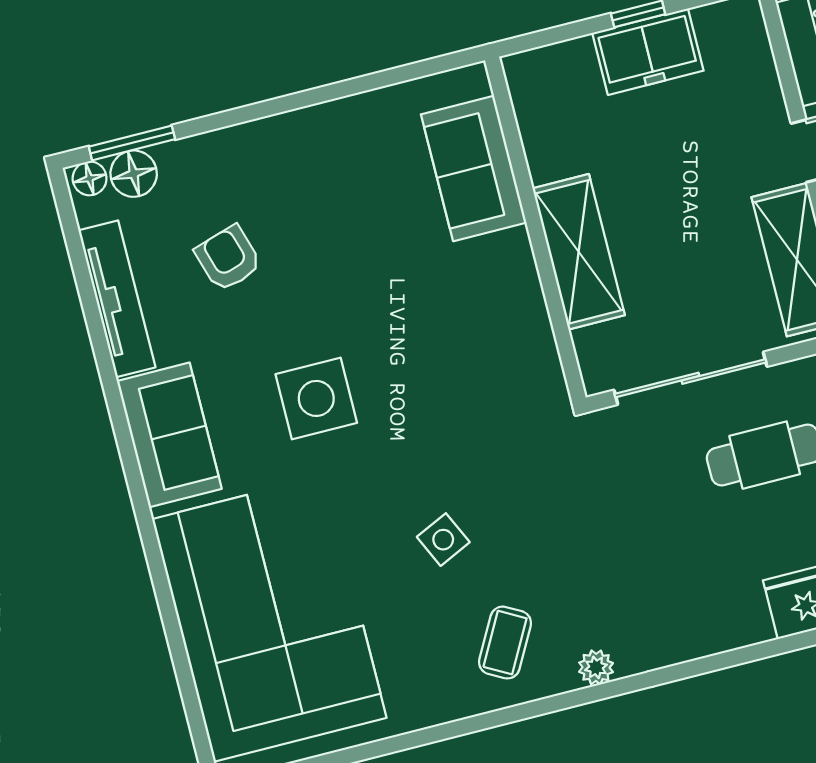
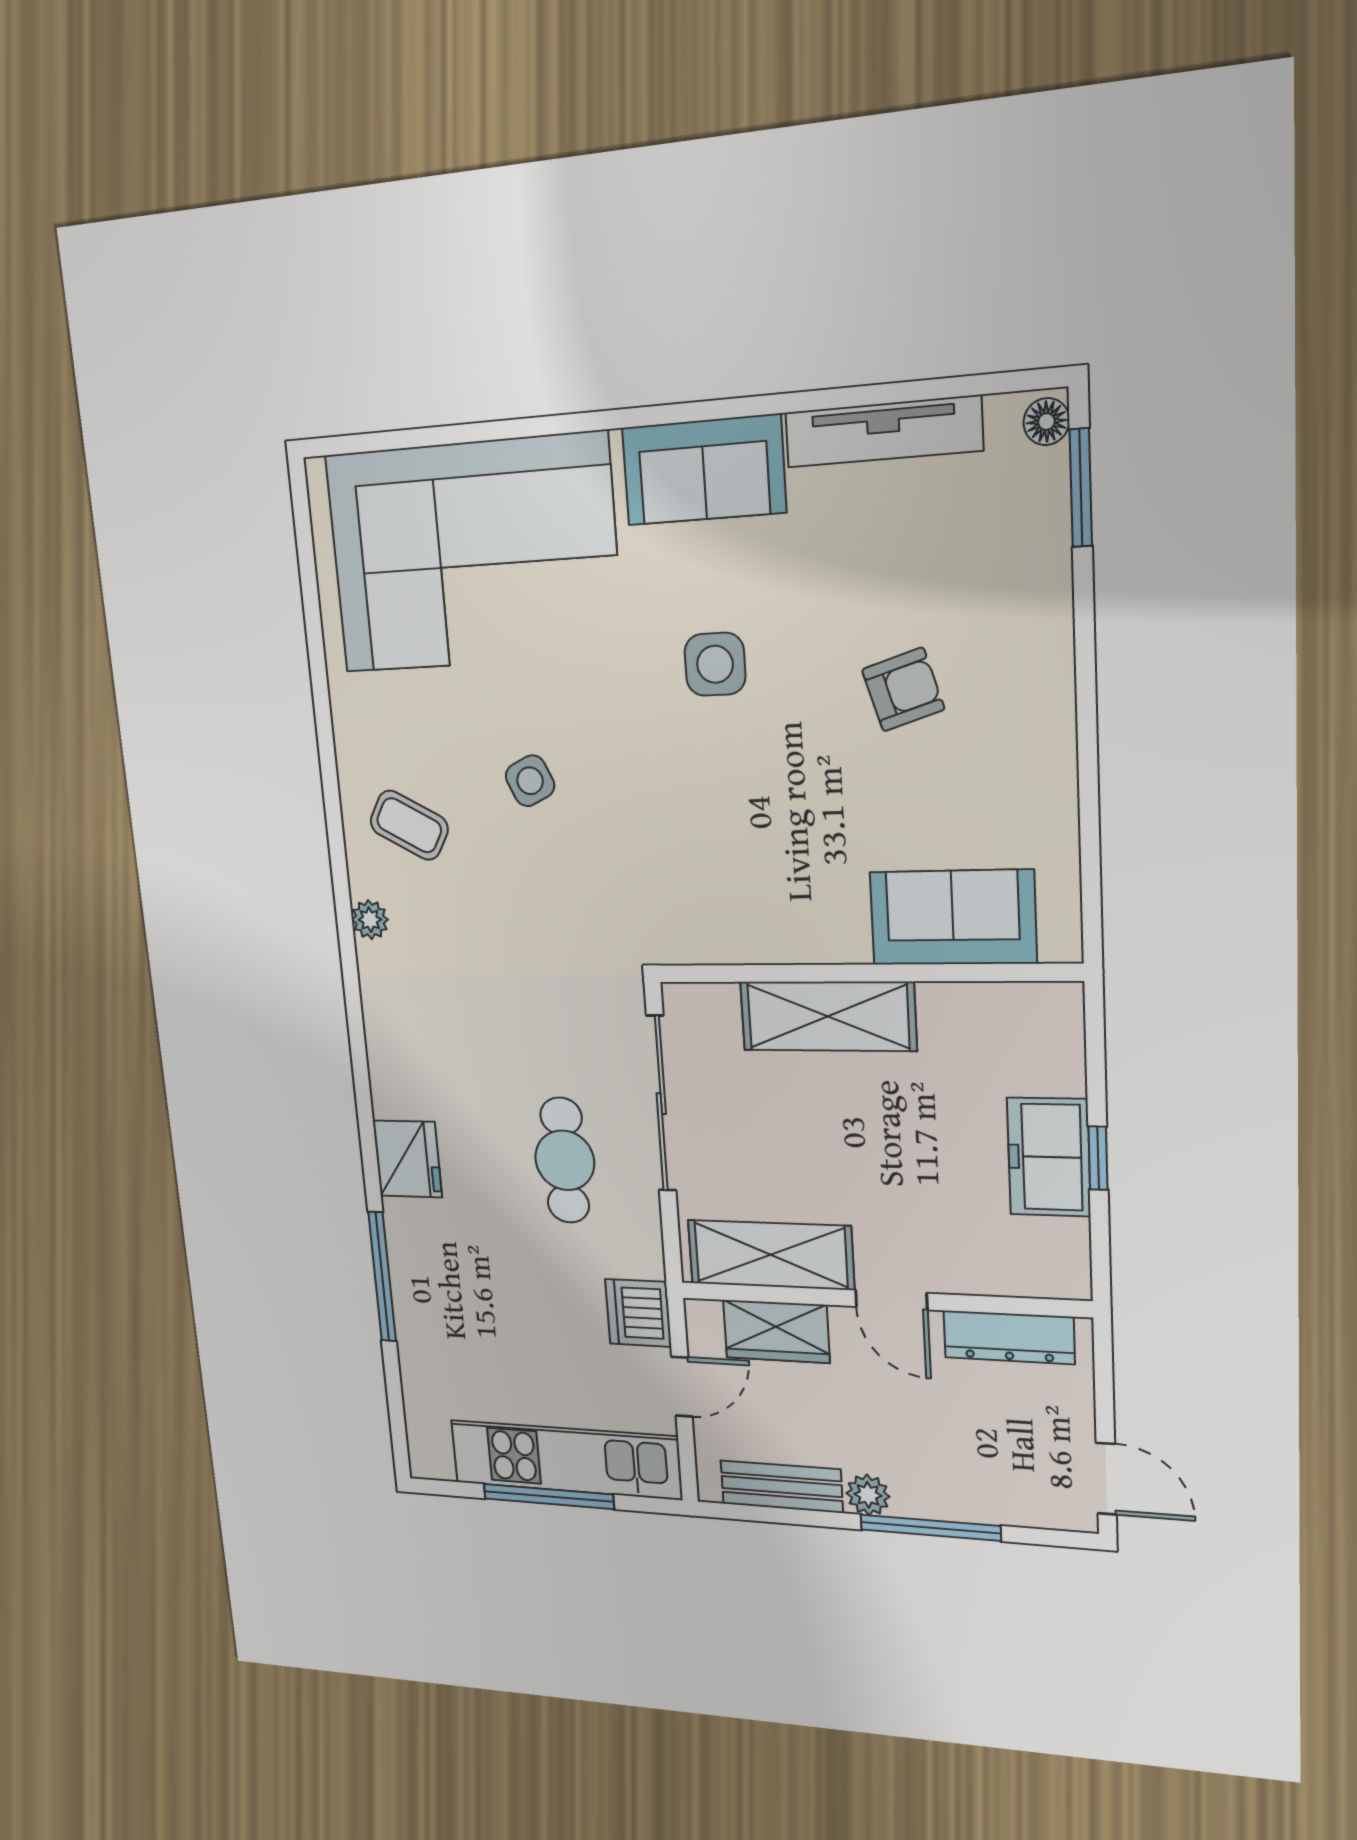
floor lamp: (134, 174) -> (1040, 483), removed
armchair: (228, 258) -> (903, 689), moved
side table: (316, 398) -> (715, 664), width x0.73, depth x0.73

